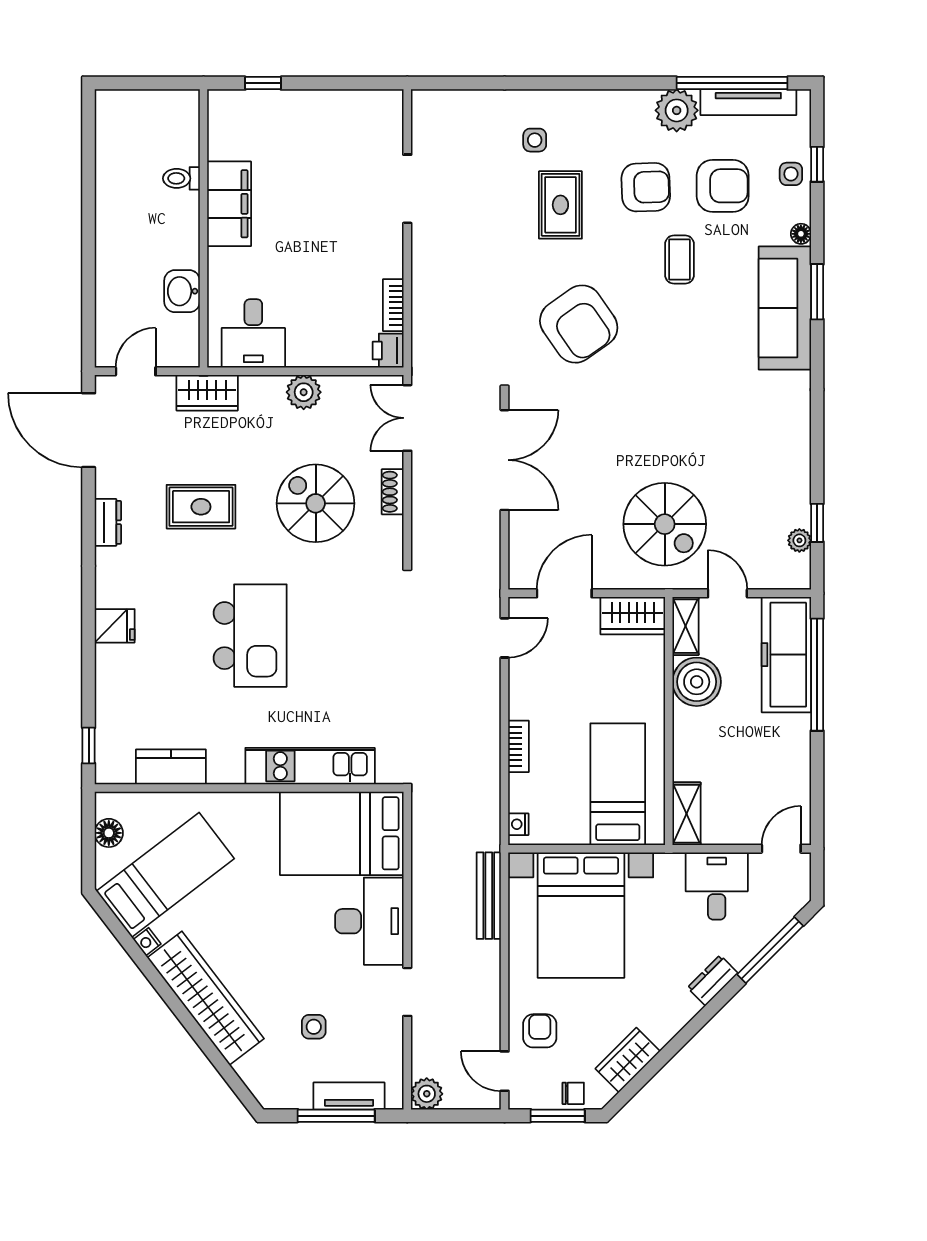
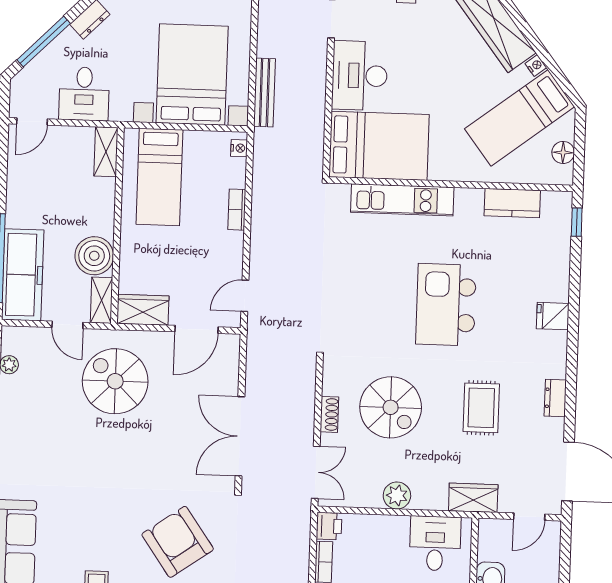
rug: (201, 507) -> (481, 408), turned 90

